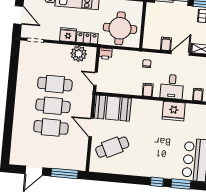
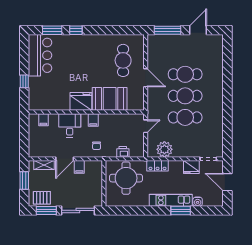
fridge: (68, 35) -> (191, 167), moved
printer: (106, 54) -> (123, 152), moved
door: (96, 79) -> (146, 126), hinge flipped
booth: (113, 108) -> (110, 99), moved
fridge: (174, 111) -> (81, 101), moved
cafe table: (112, 147) -> (123, 60), turned -64

